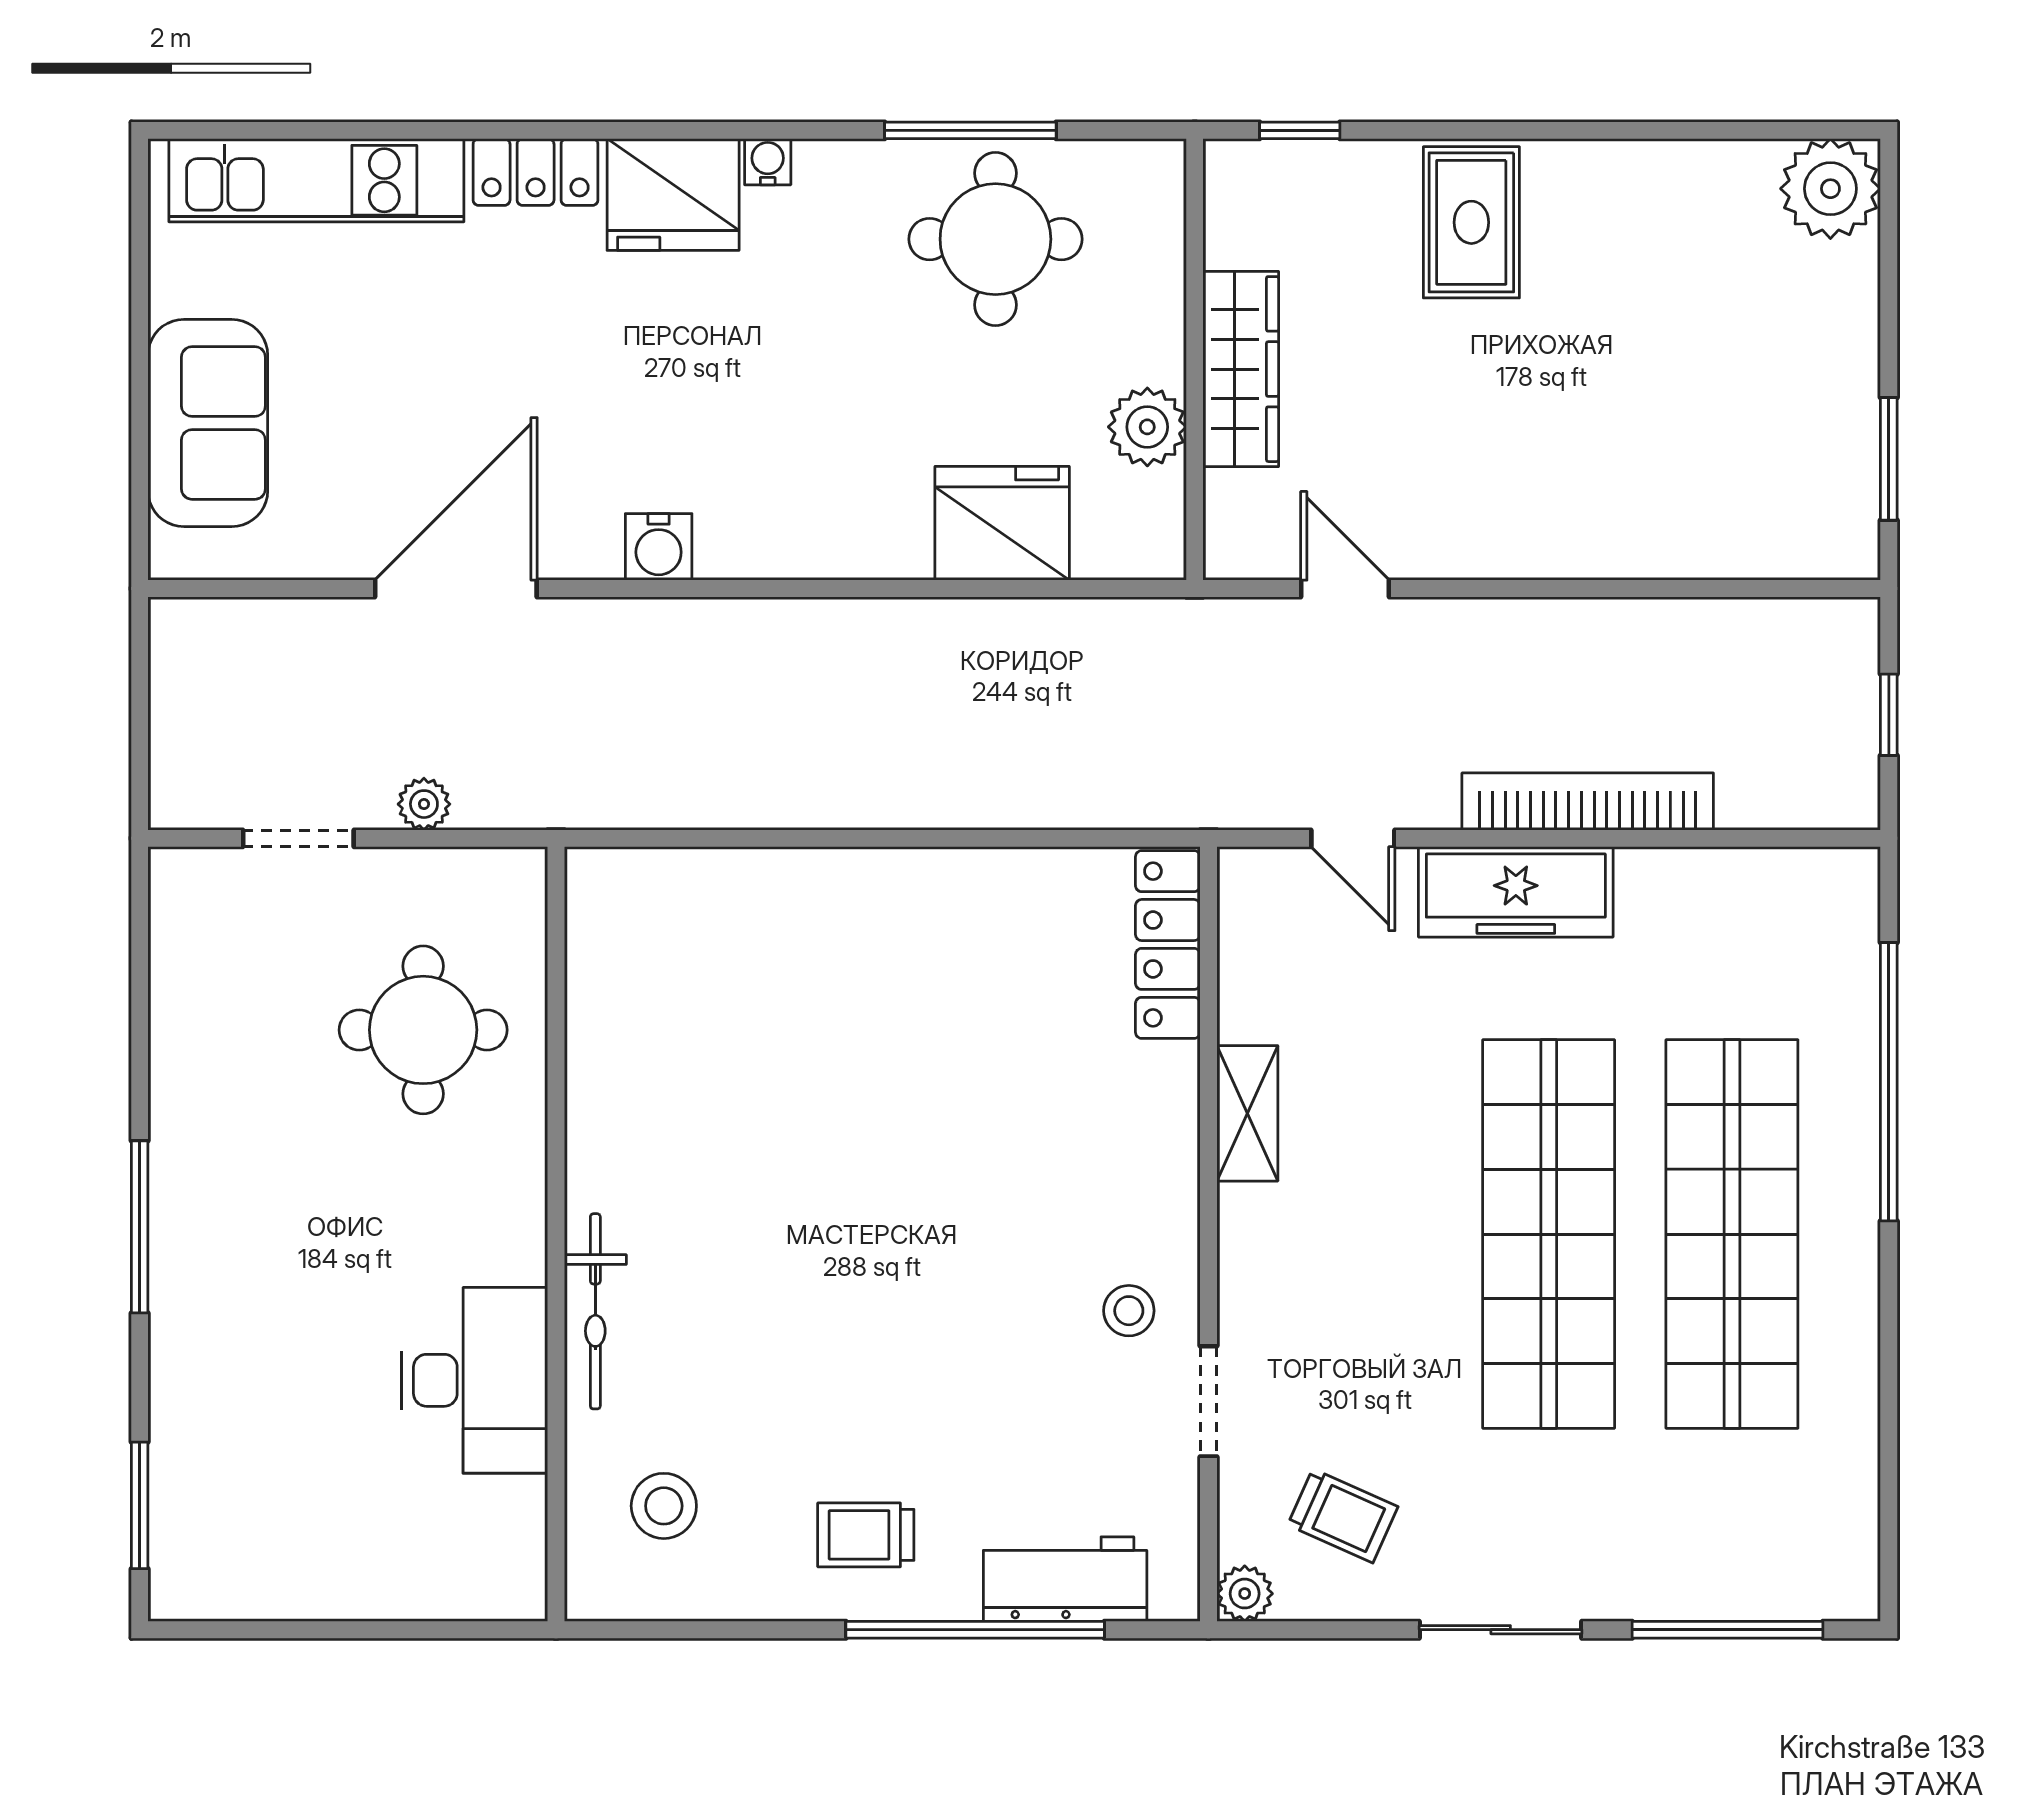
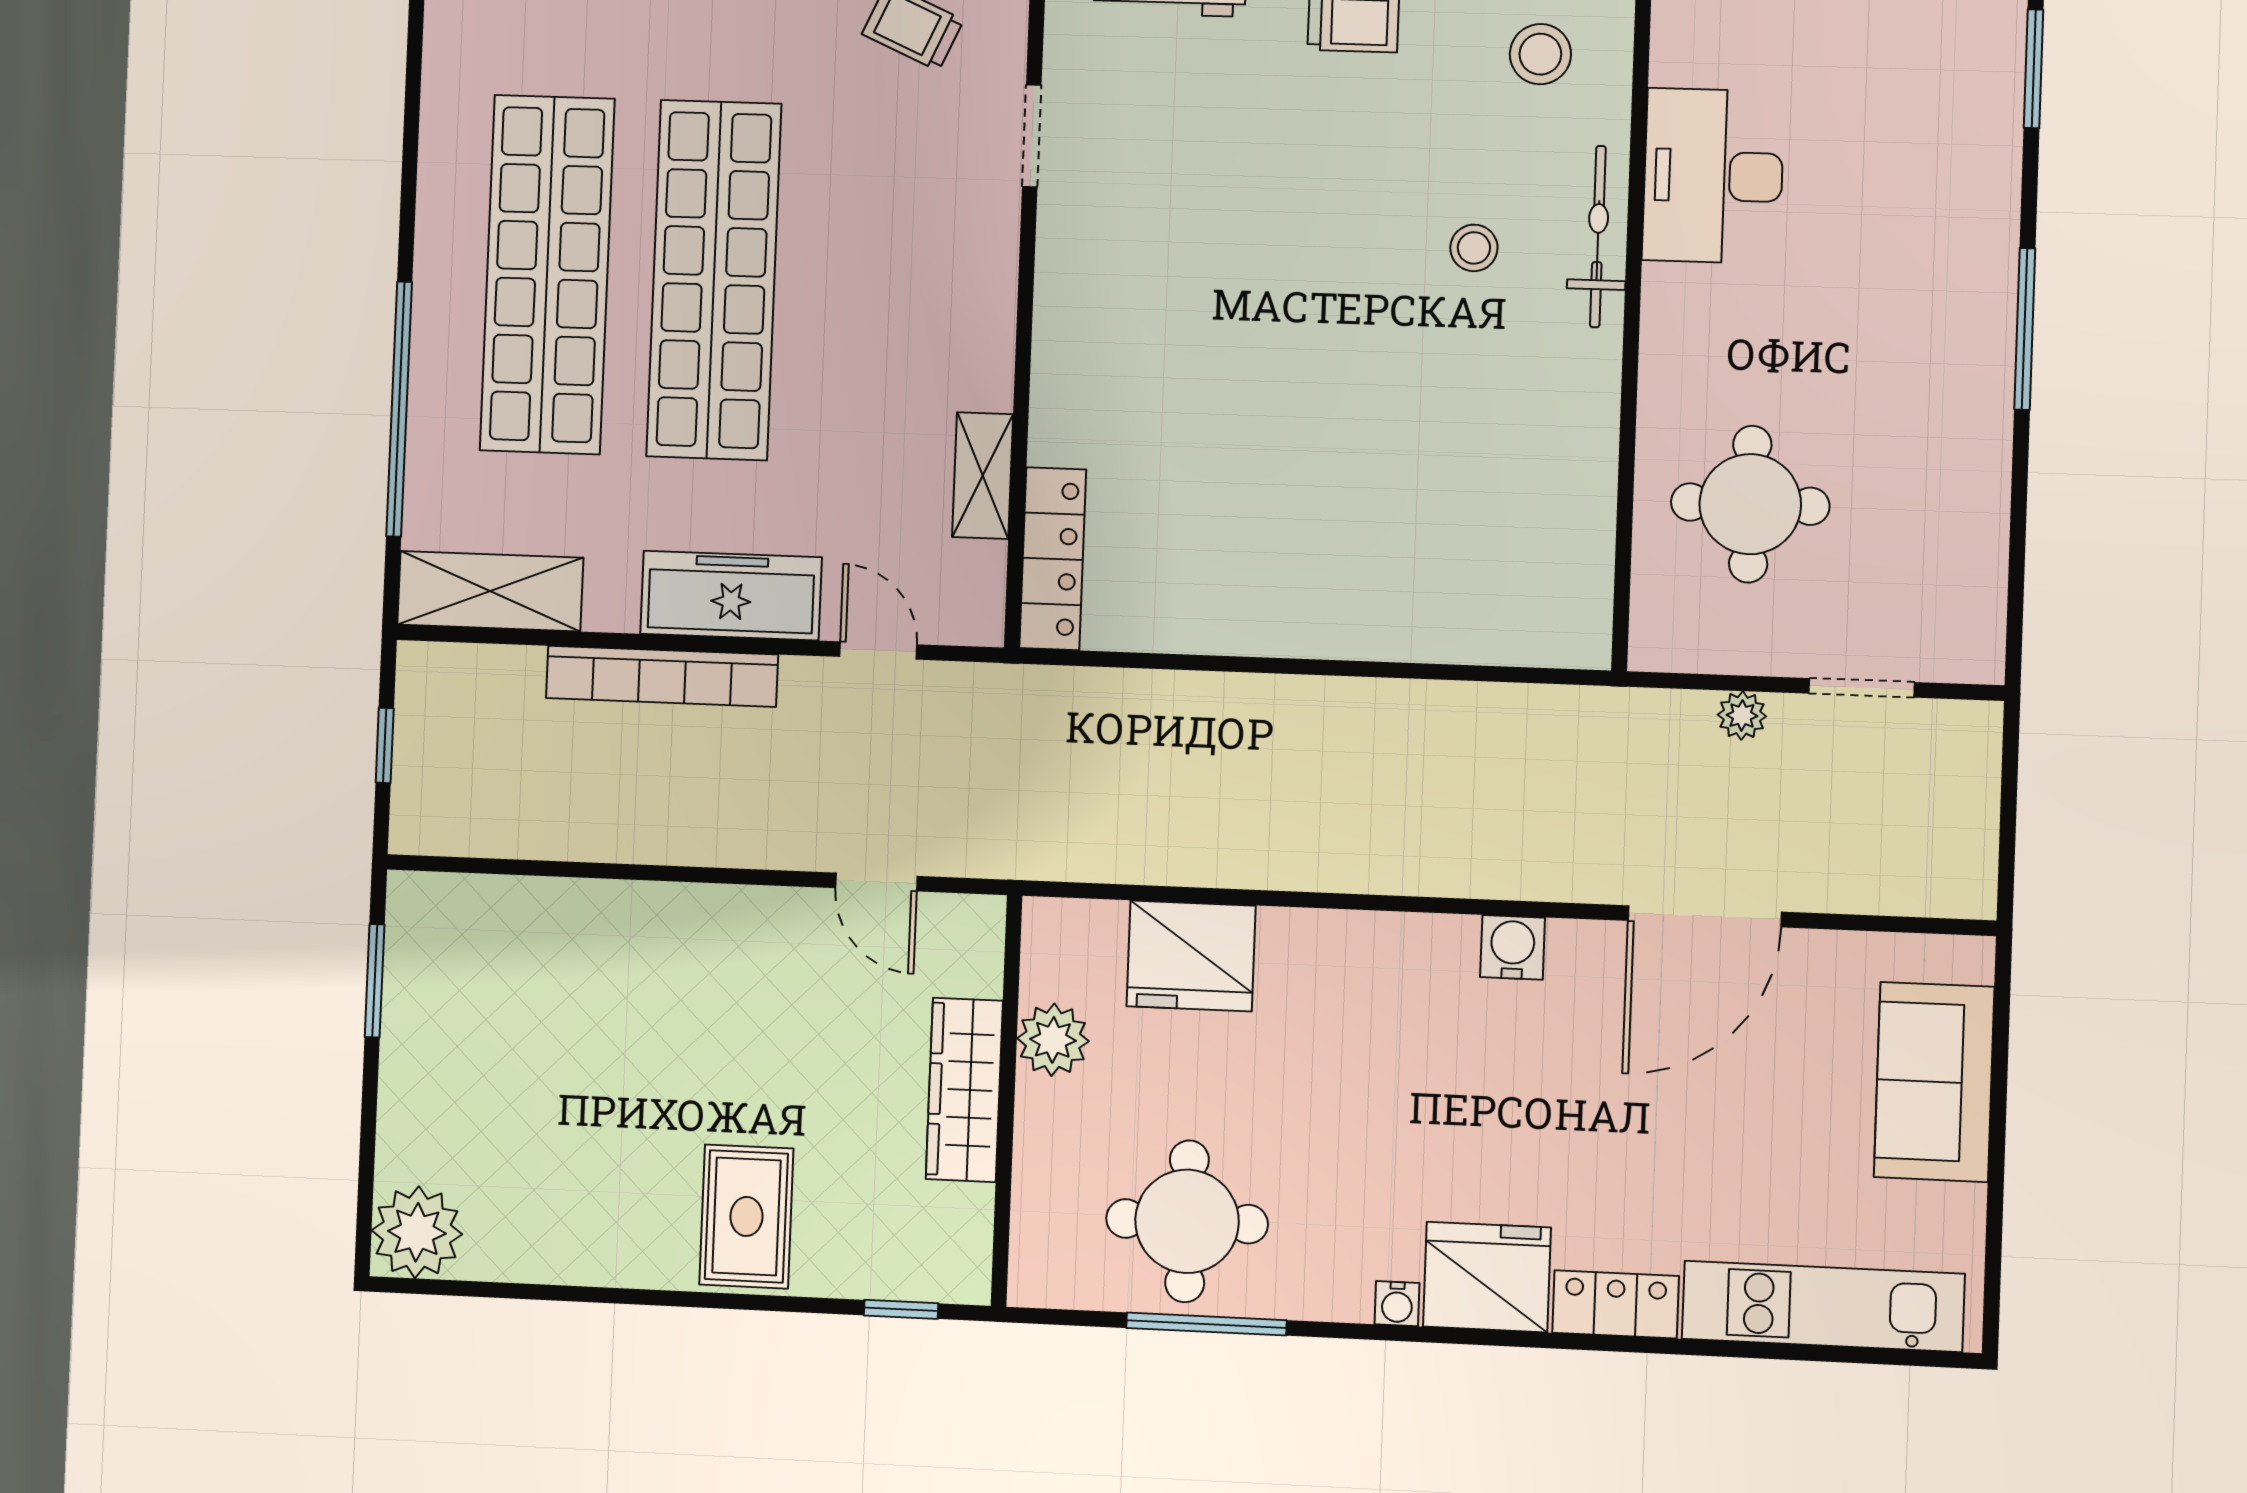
shelving: (1780, 887) -> (490, 591), added
shelving: (1247, 1113) -> (983, 476), moved
stool: (1129, 1311) -> (1474, 248), moved

